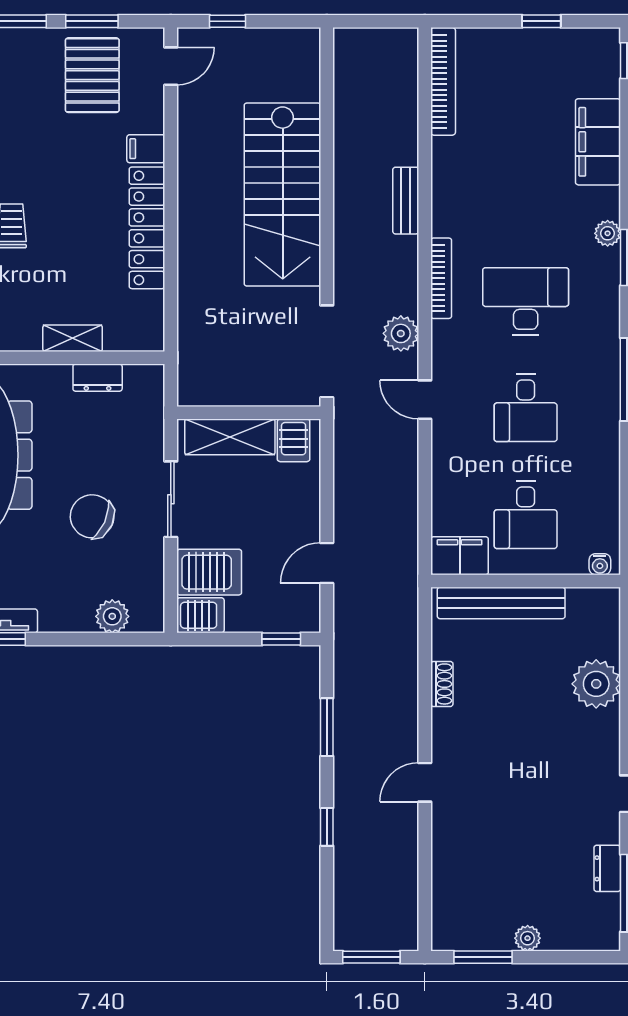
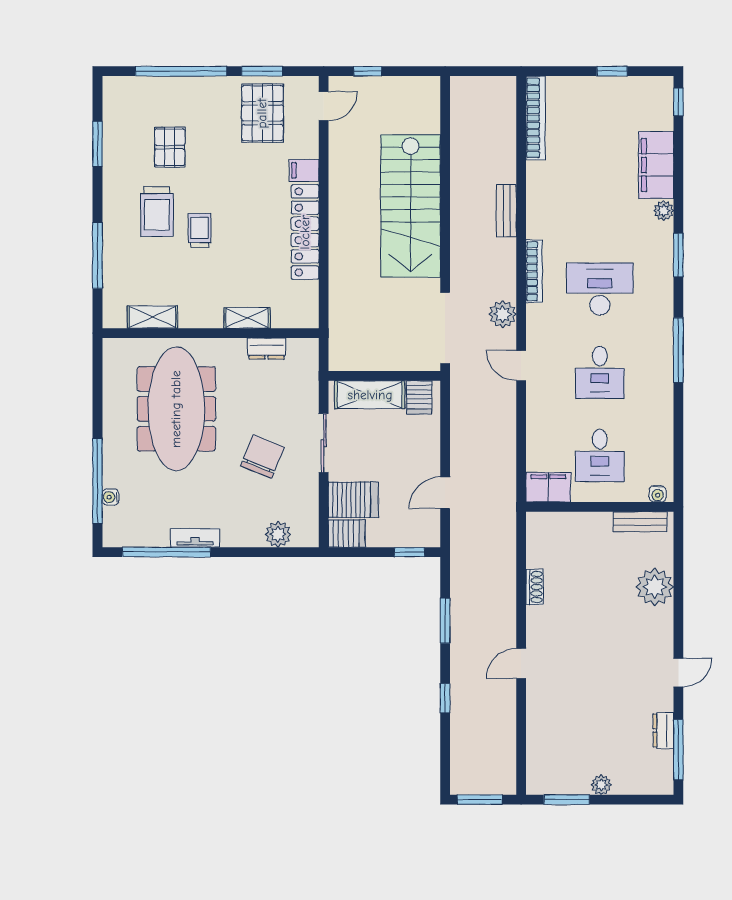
plant: (608, 233) -> (664, 211), moved
chair: (92, 516) -> (262, 457), turned 88
bench: (501, 603) -> (640, 522), moved, width x0.54, depth x0.82

